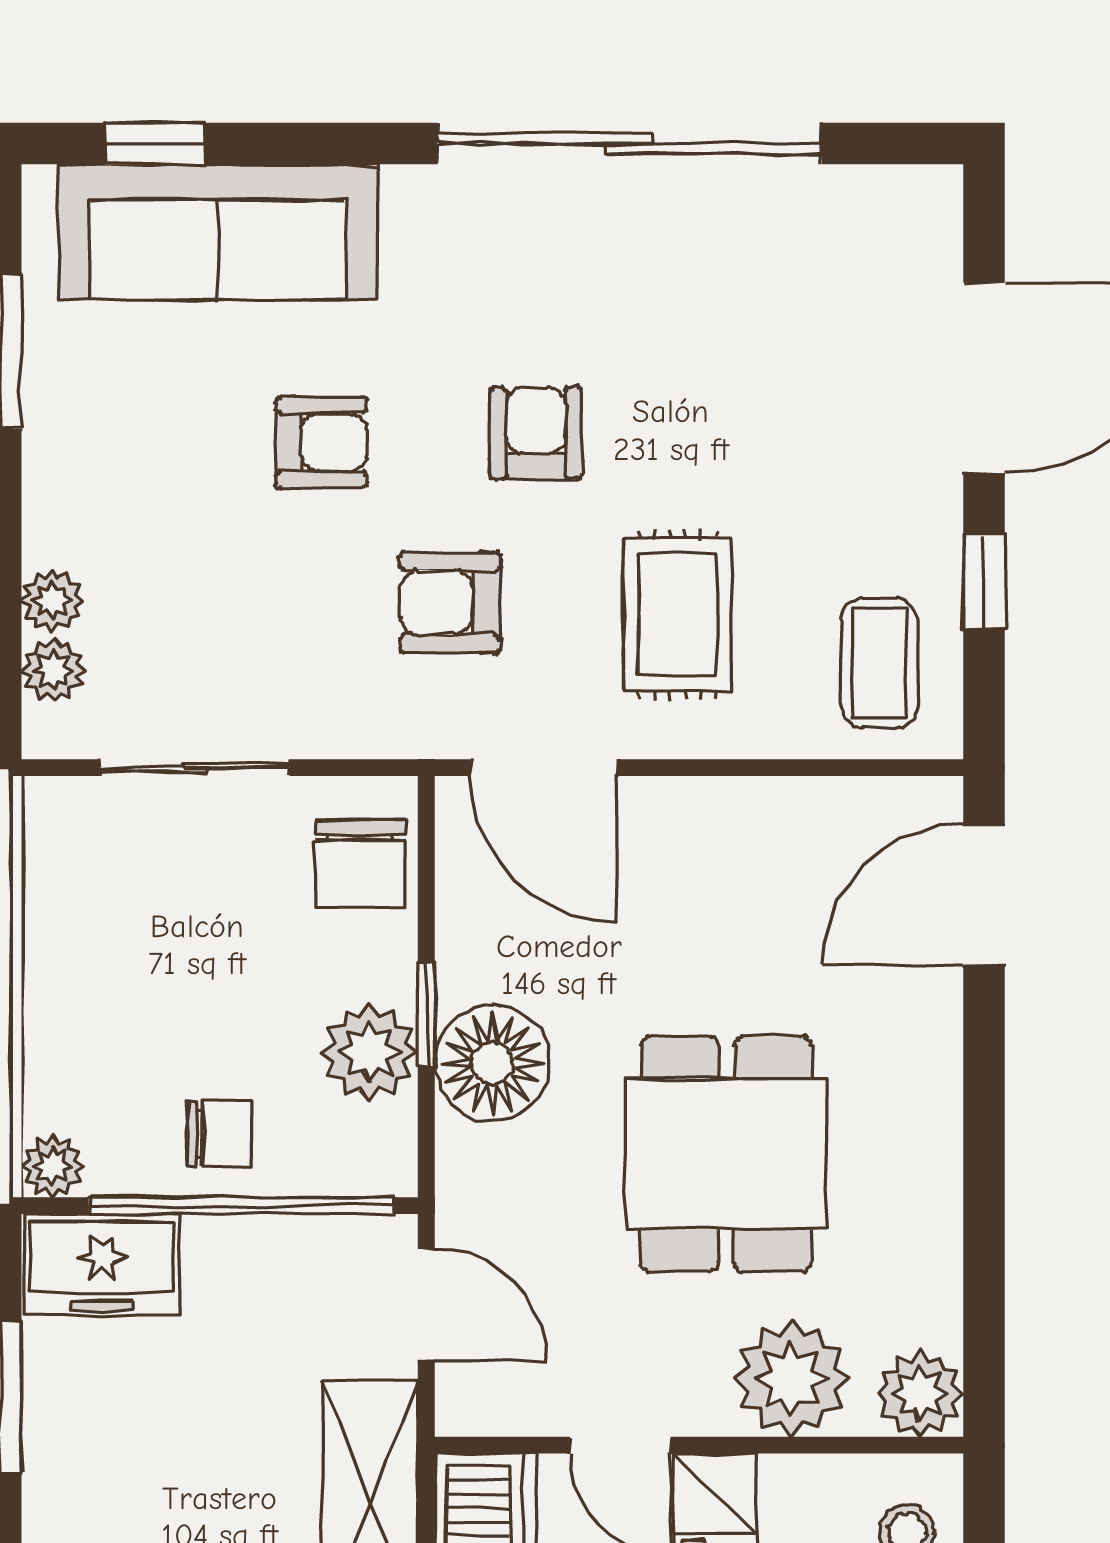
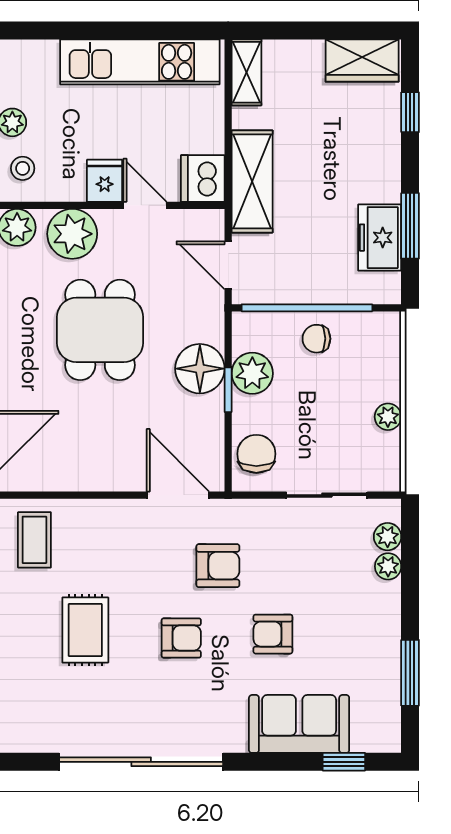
sofa: (218, 232) -> (299, 724), width x0.73
armchair: (536, 433) -> (181, 638), turned -90
rug: (678, 615) -> (85, 630), moved
plant: (52, 1166) -> (388, 417), moved
freezer: (102, 1264) -> (380, 238), moved, turned -90

